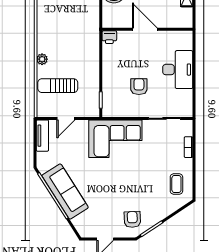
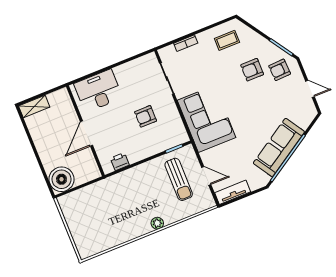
printer: (109, 37) -> (120, 162), moved, turned -90
desk: (178, 70) -> (98, 91), moved
sun lounger: (58, 86) -> (179, 179), moved
armchair: (142, 196) -> (252, 70), added

